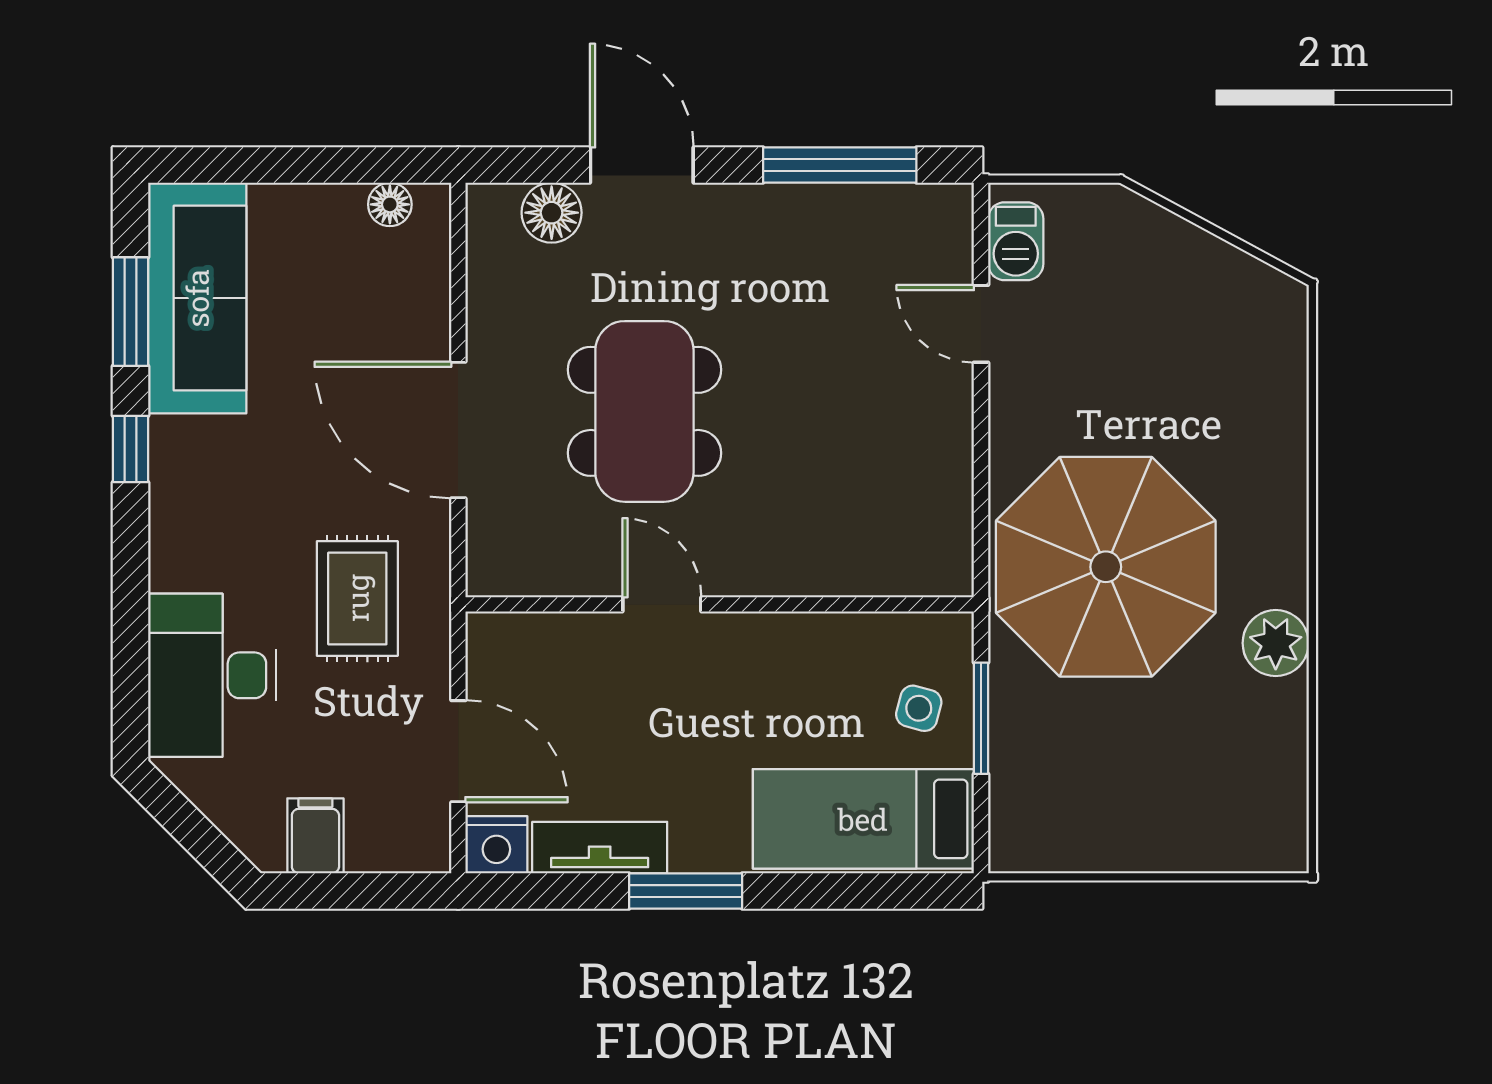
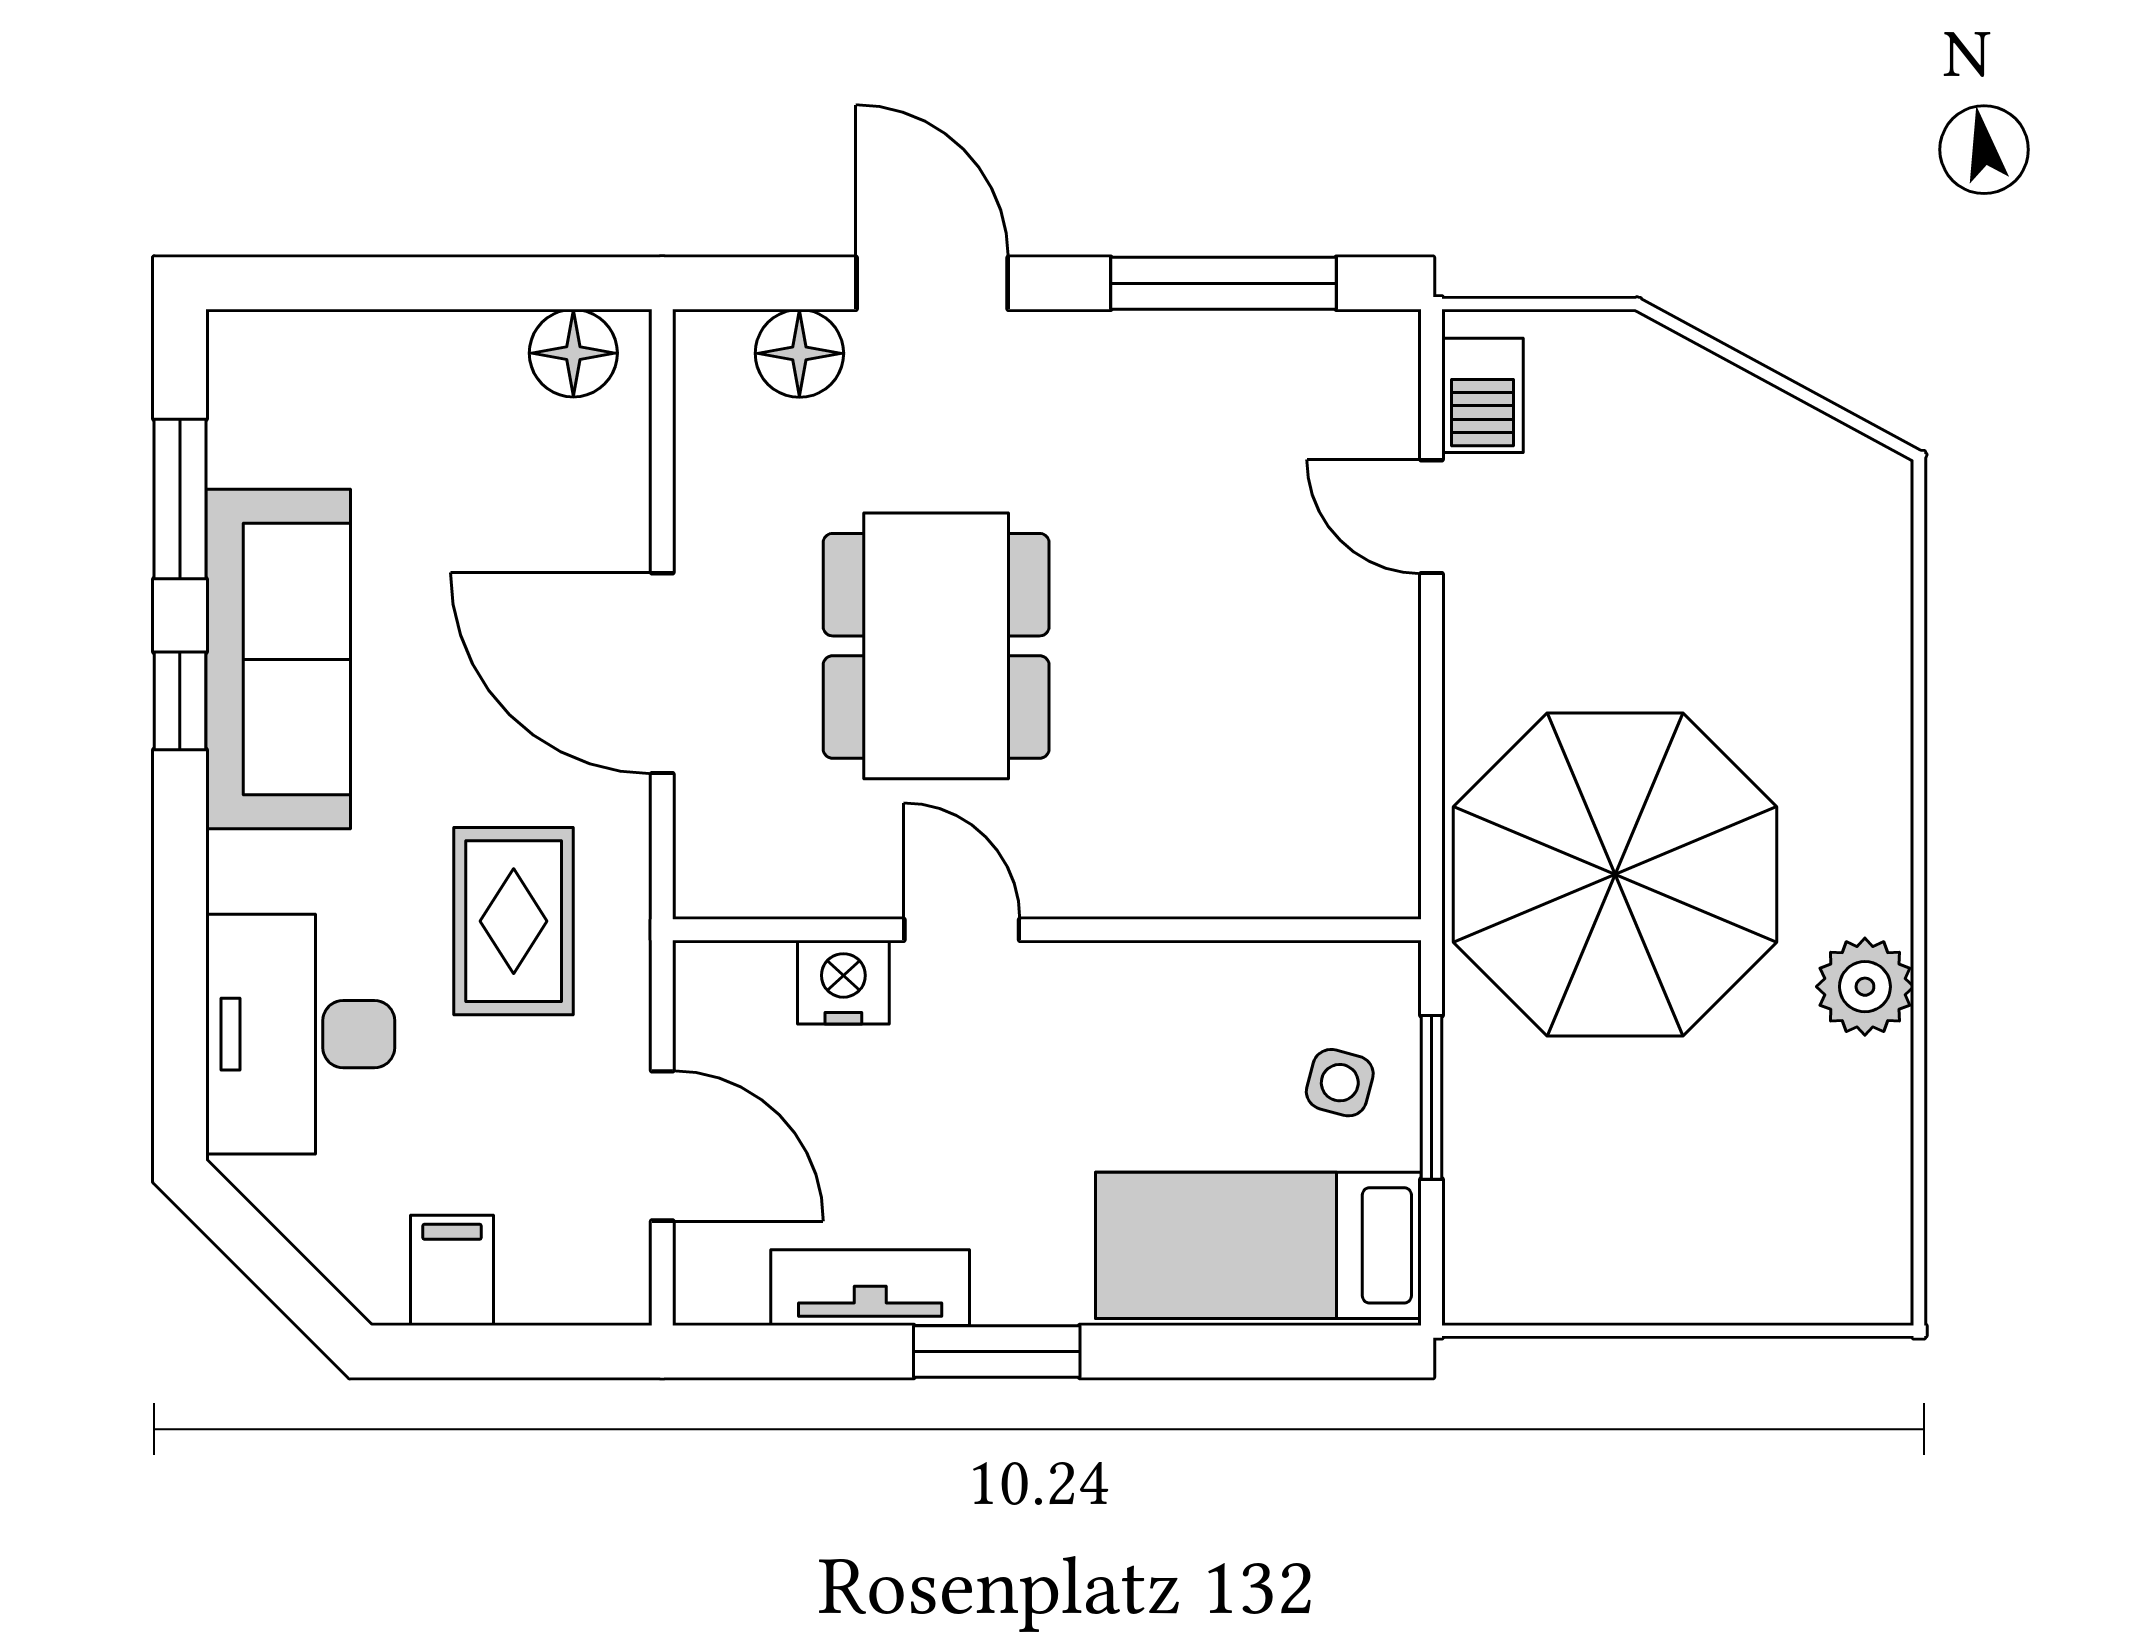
floor lamp: (390, 204) -> (573, 353), width x1.37, depth x1.37
sofa: (197, 298) -> (278, 659), moved
nightstand: (496, 845) -> (843, 982), moved, turned 180

